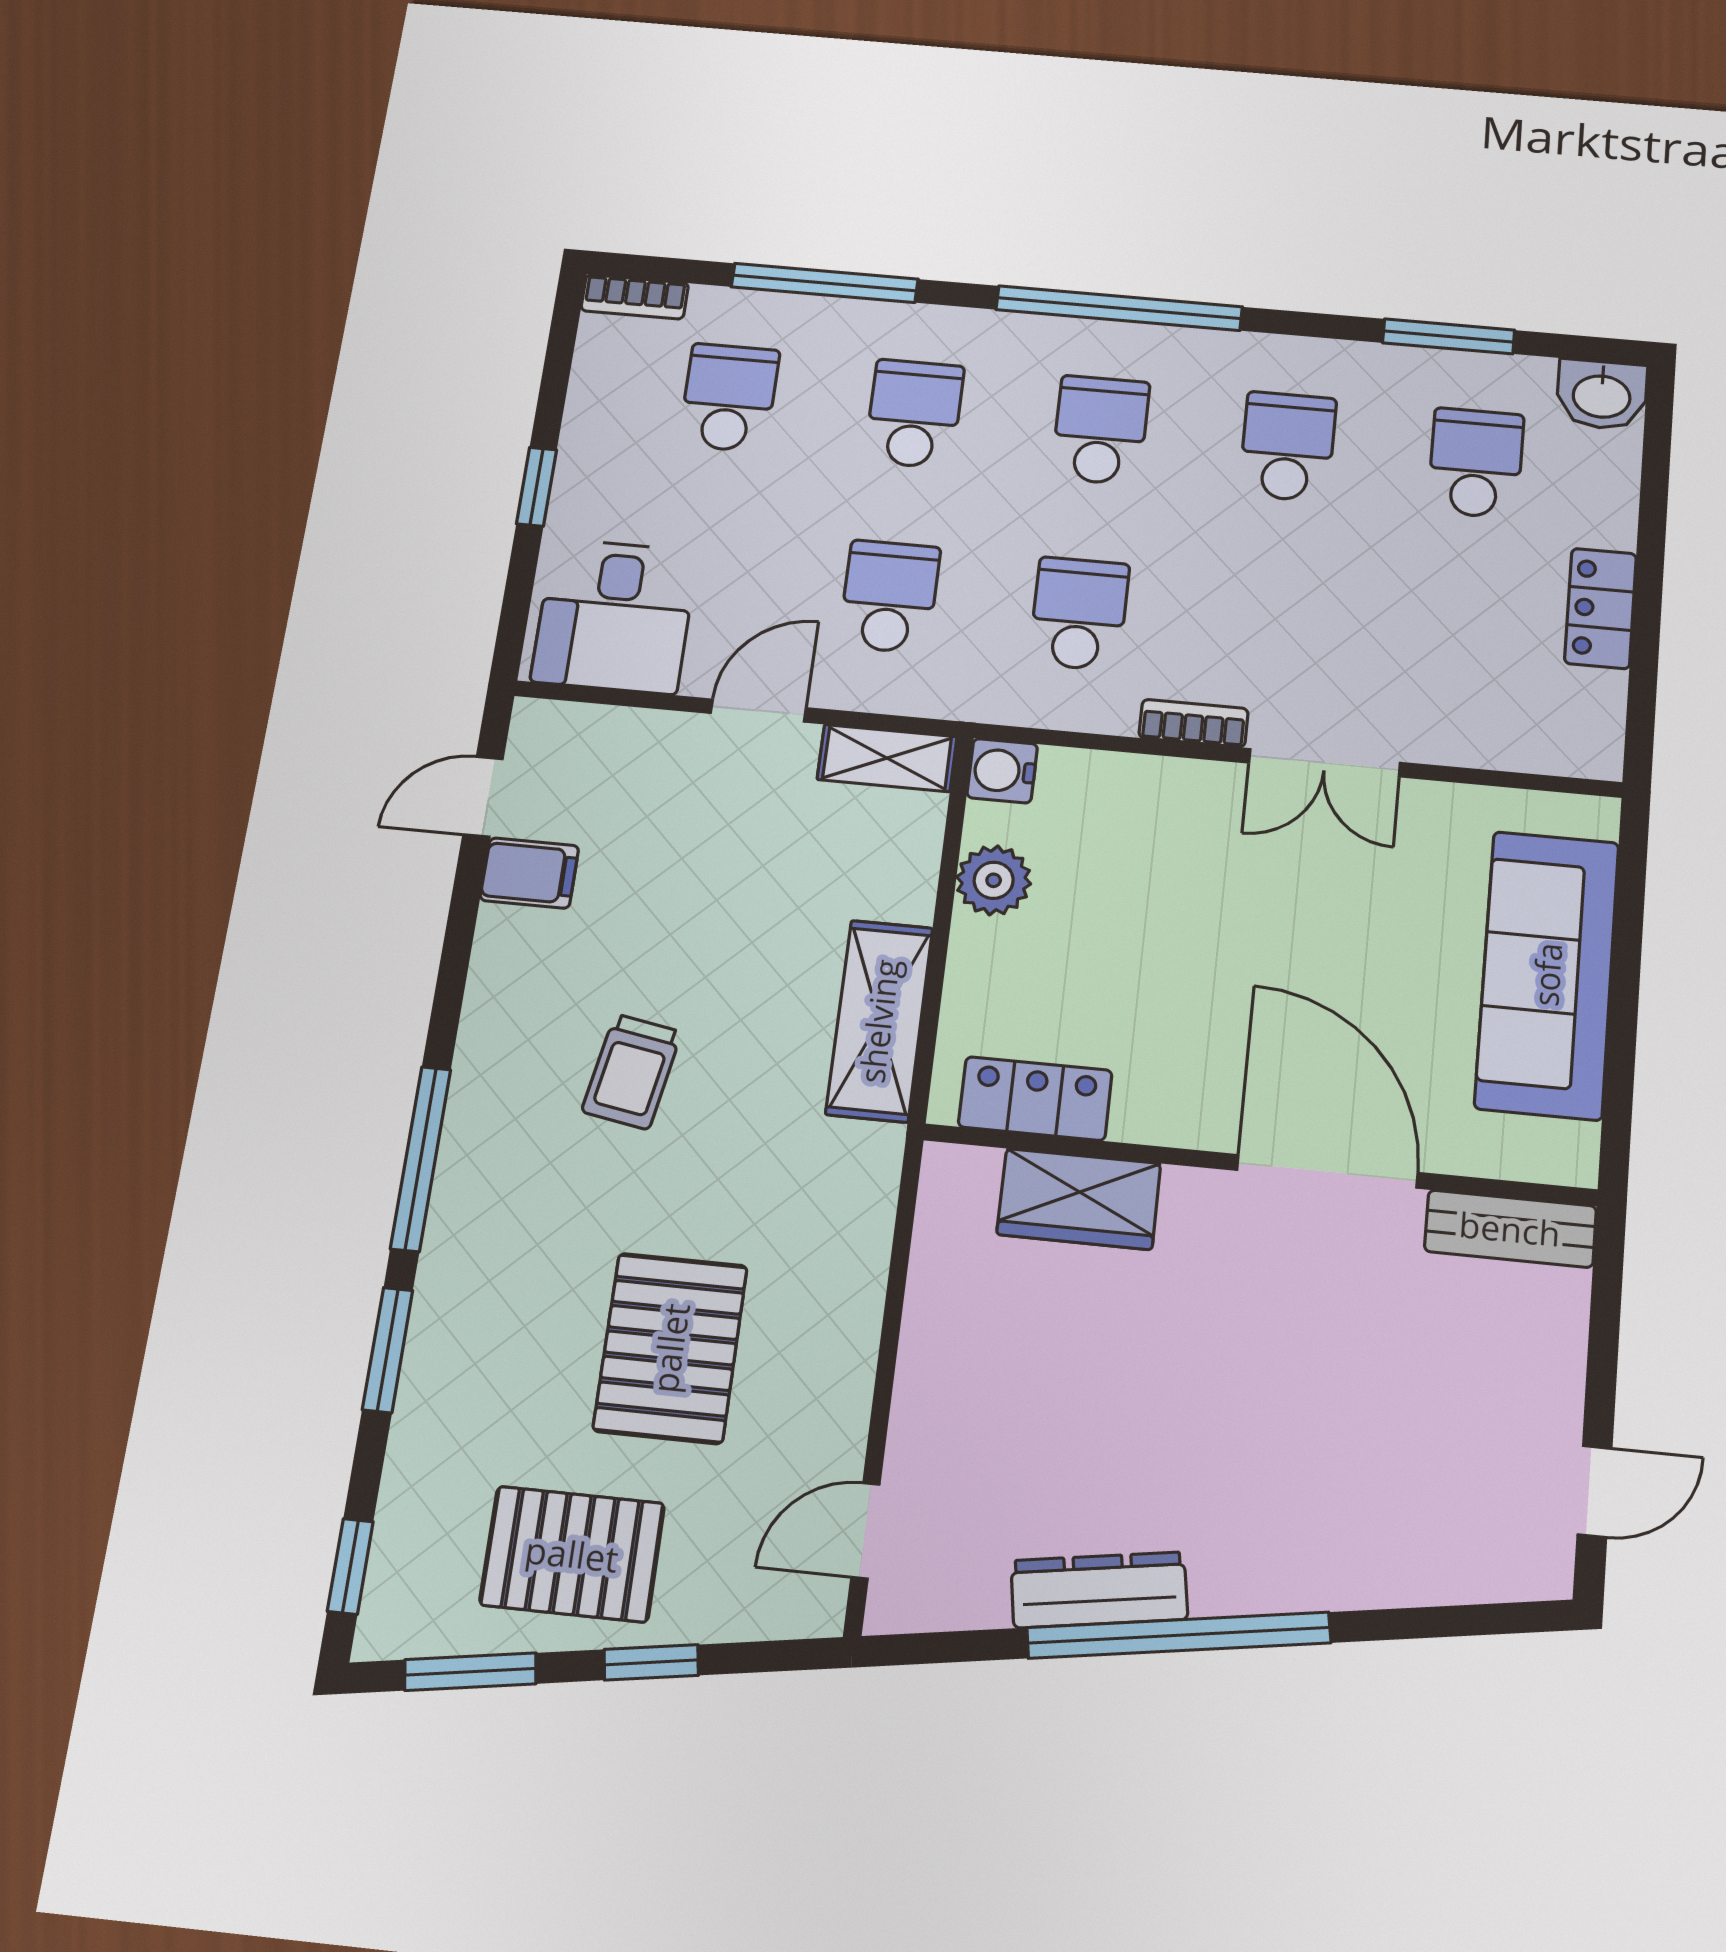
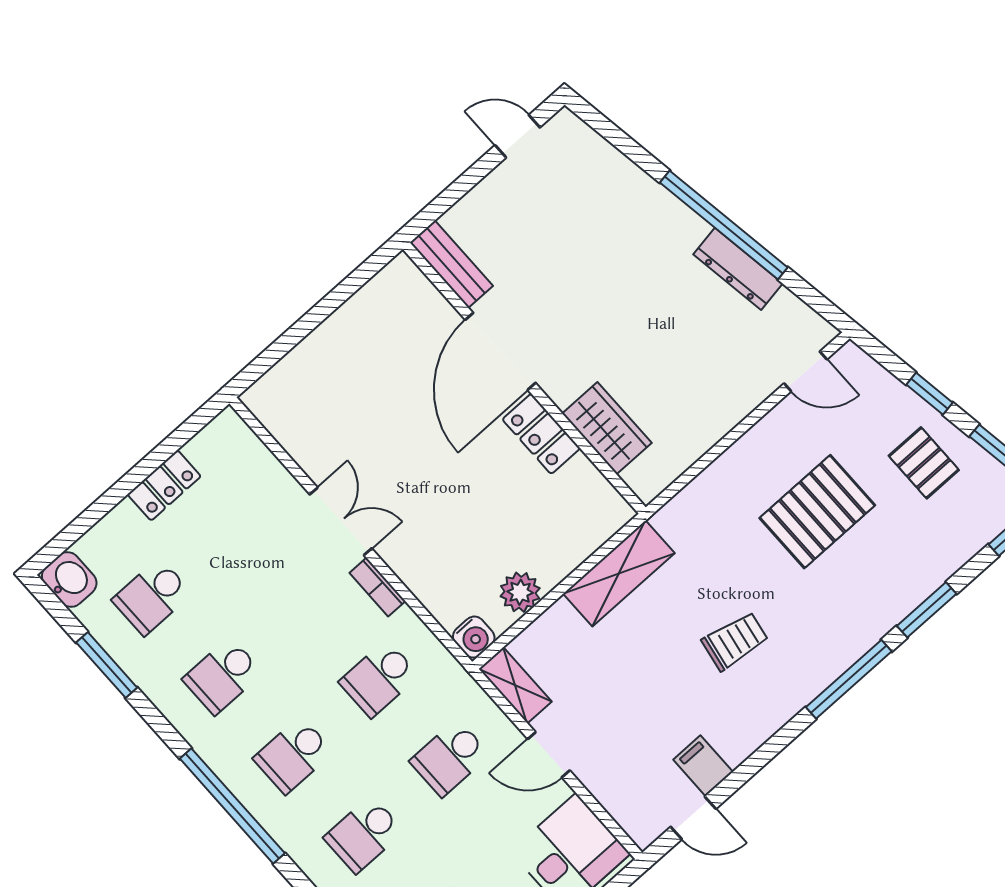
sofa: (1547, 974) -> (338, 352), removed
locker: (1035, 1099) -> (541, 434), moved
pallet: (572, 1554) -> (924, 463), width x0.67, depth x0.71

